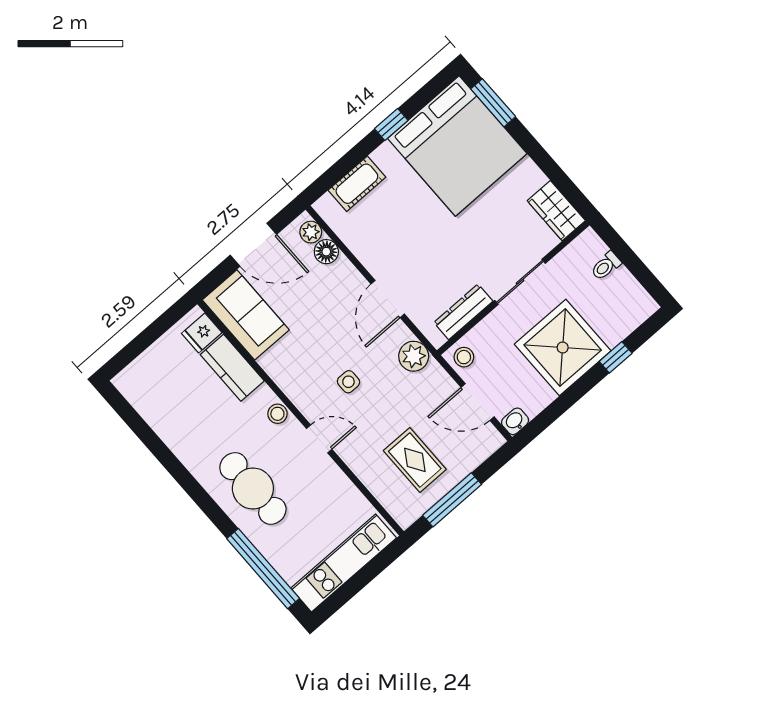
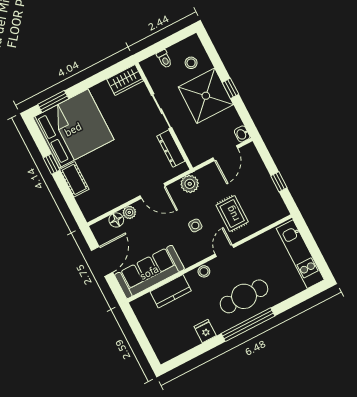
cot: (357, 184) -> (74, 179), moved
plant: (311, 232) -> (129, 212), moved
sofa: (246, 315) -> (149, 272), width x1.36
fridge: (202, 333) -> (205, 331), moved, turned 180
stool: (464, 357) -> (191, 63), moved
window: (616, 357) -> (230, 88), moved
rug: (415, 460) -> (232, 214), moved, turned 90
window: (452, 500) -> (279, 182), width x0.46
window: (263, 569) -> (248, 325), moved

